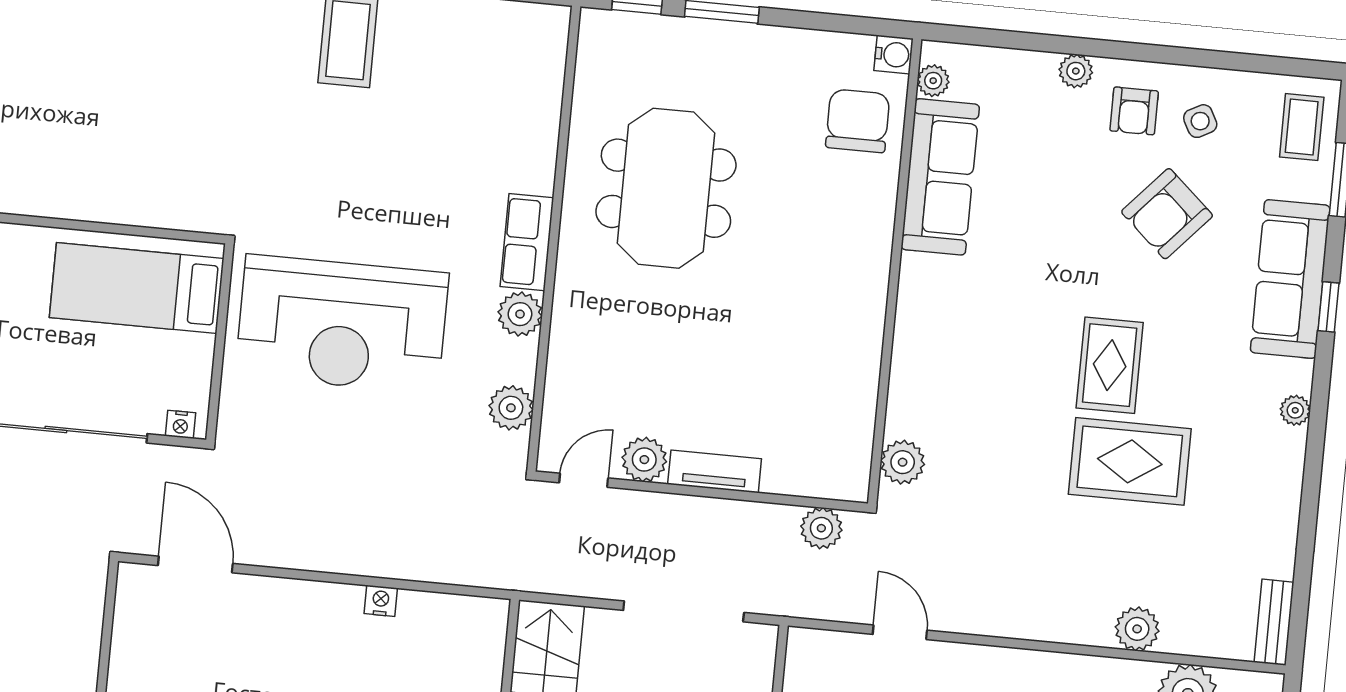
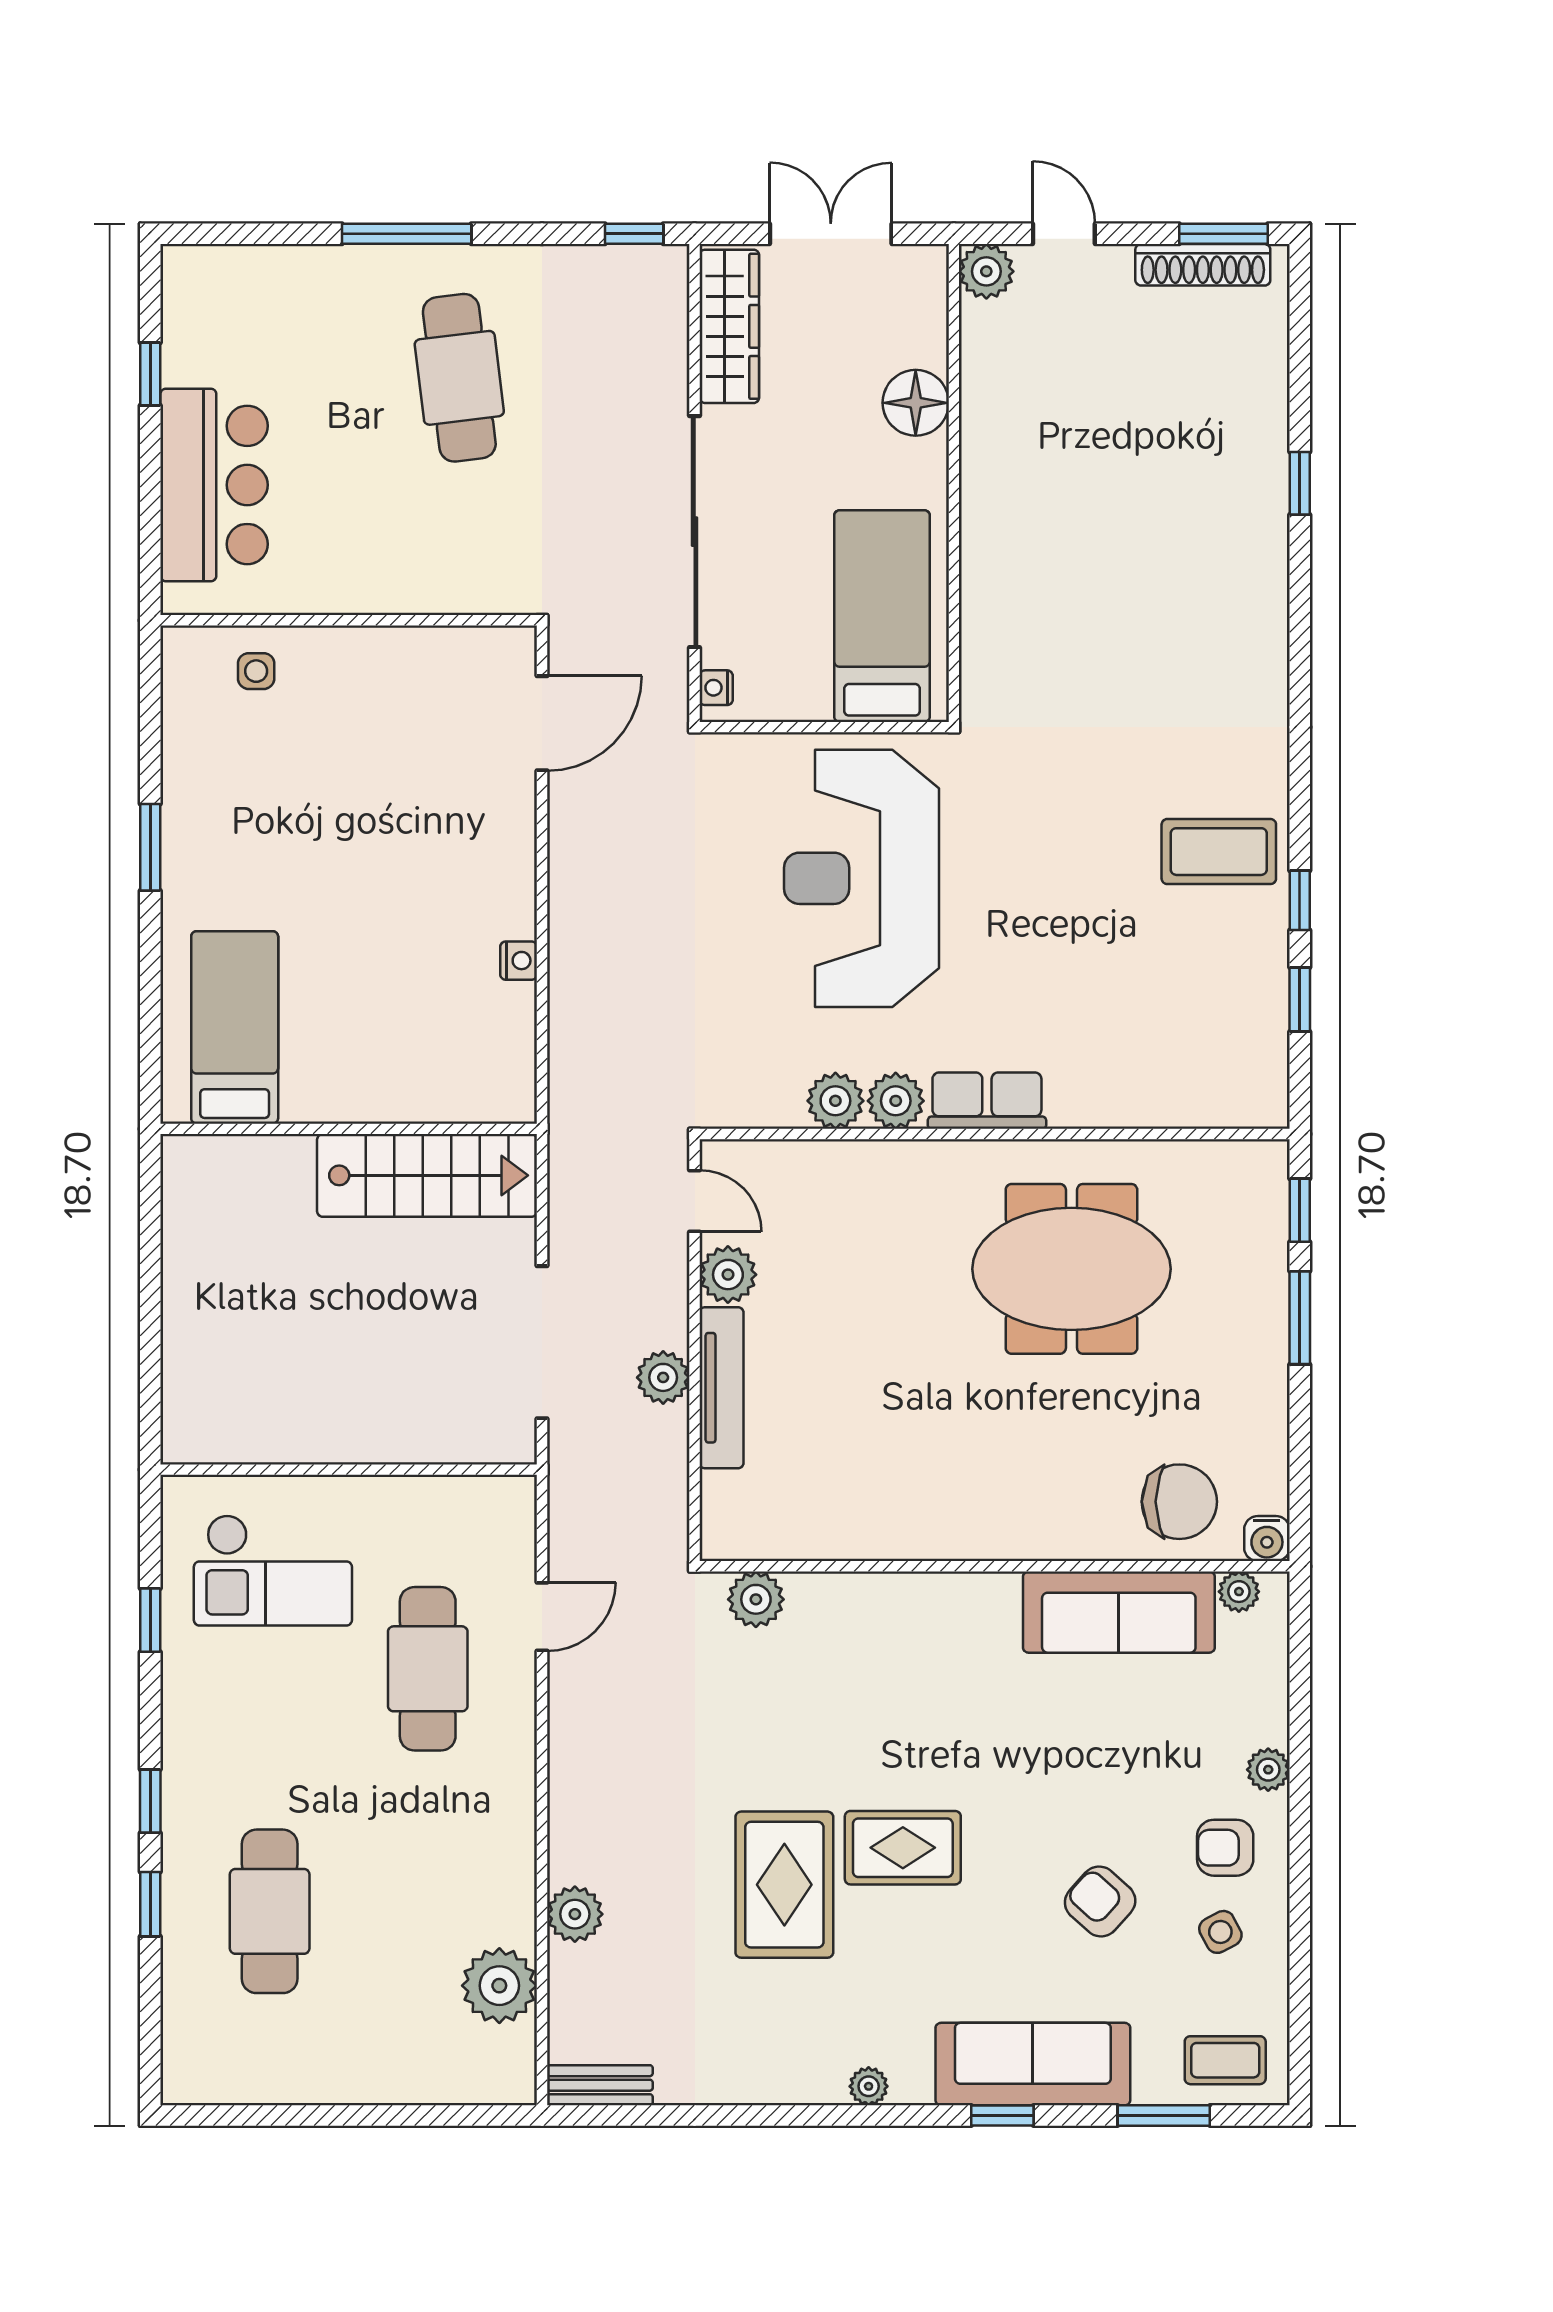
armchair: (1167, 214) -> (1100, 1902), width x0.72, depth x0.72
plant: (511, 408) -> (835, 1101), moved
tv unit: (715, 472) -> (721, 1388), width x1.41
plant: (821, 528) -> (663, 1377), moved

